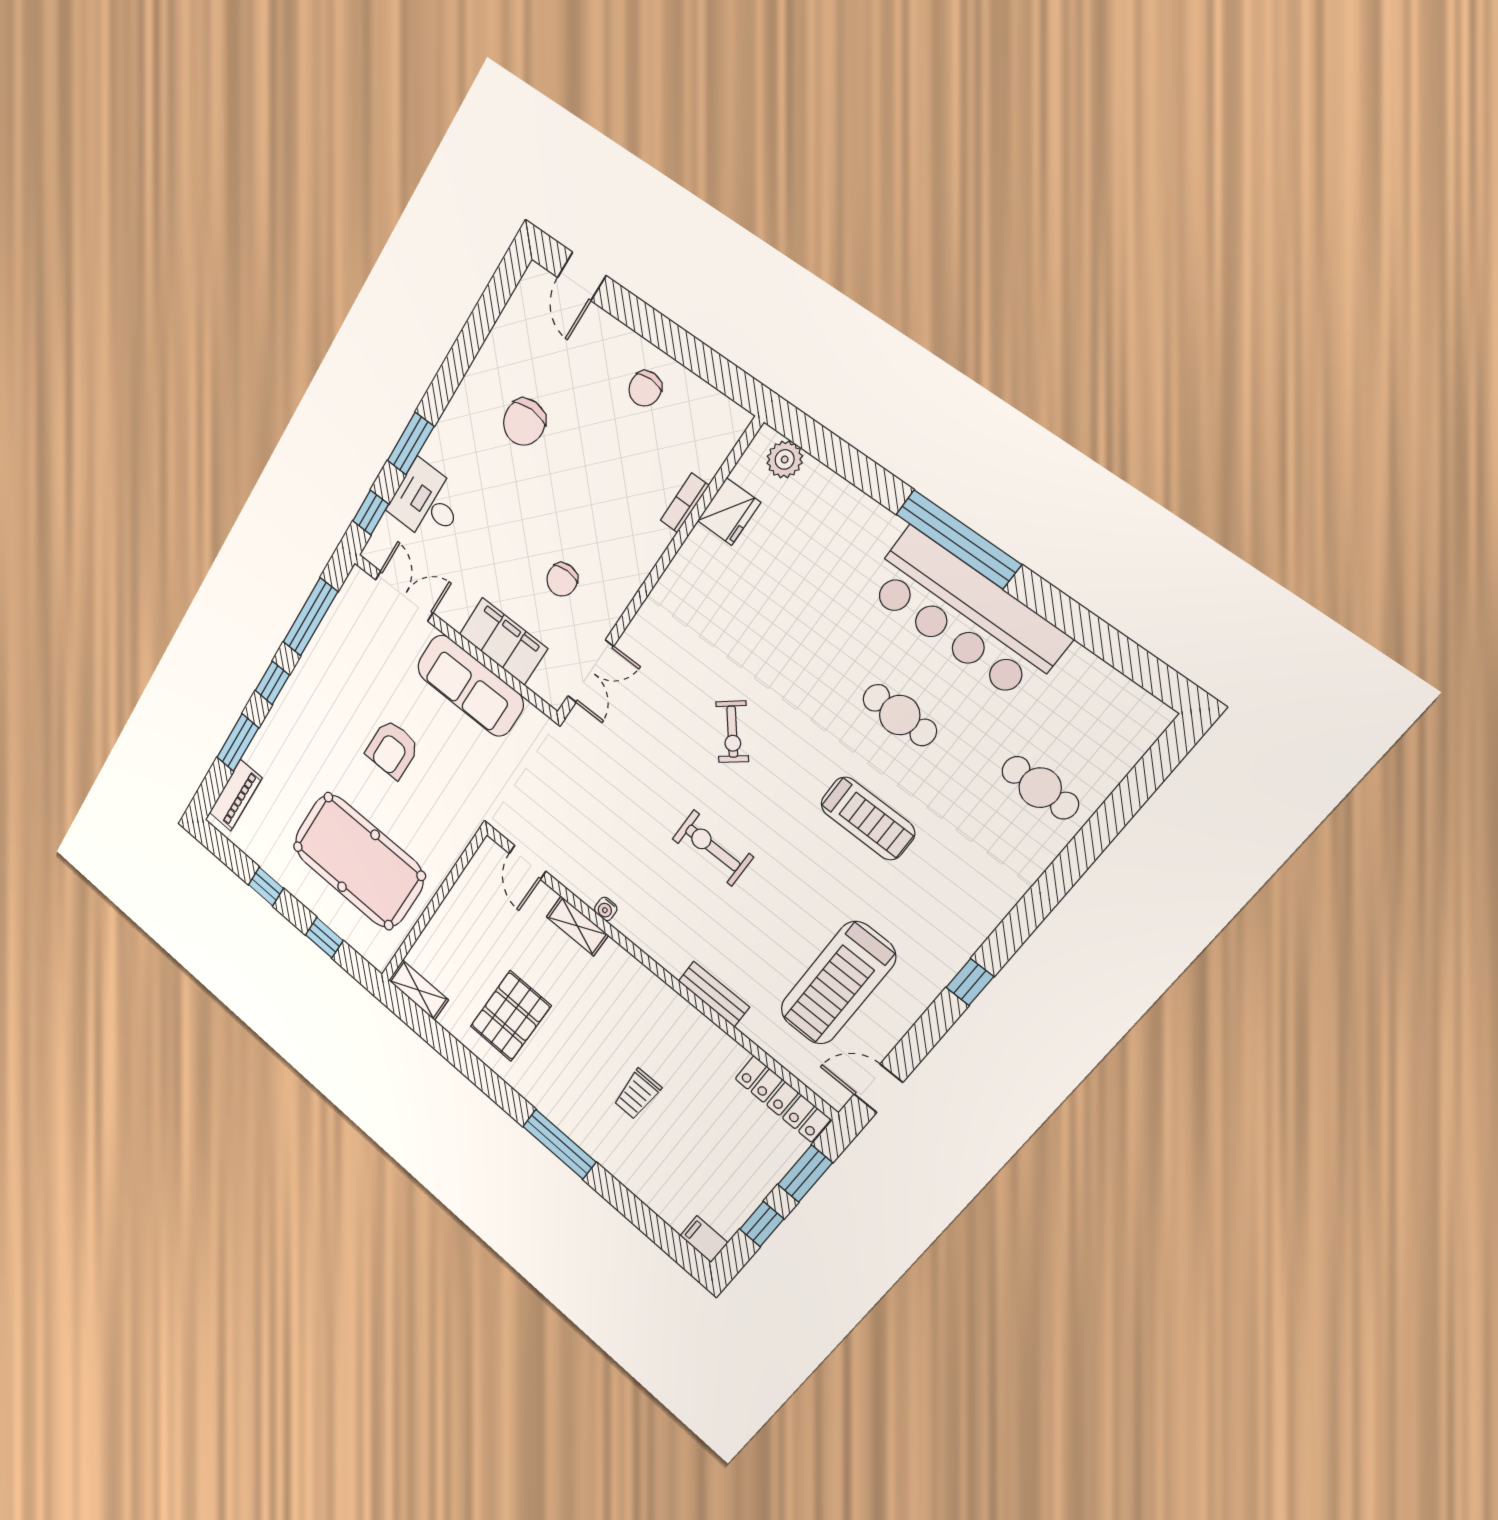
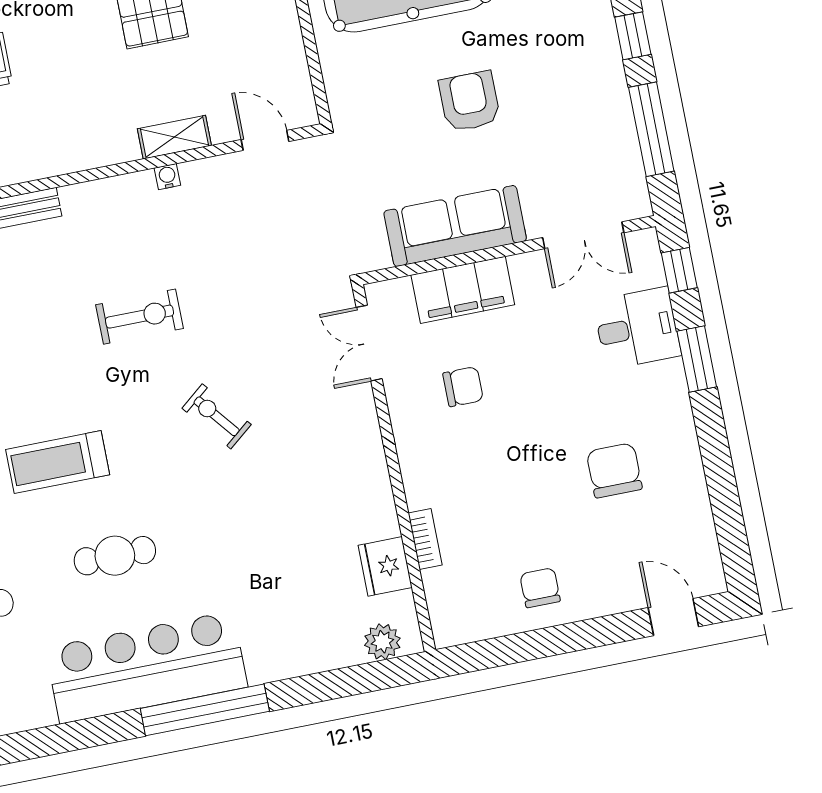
chair: (562, 580) -> (463, 387), turned 90

